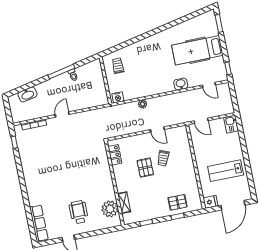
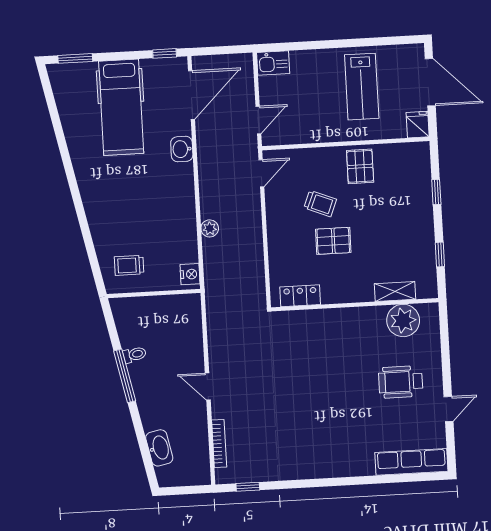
door: (209, 85) -> (191, 95), width x1.87
door: (157, 130) -> (261, 173), moved
pallet: (178, 202) -> (360, 166), moved

